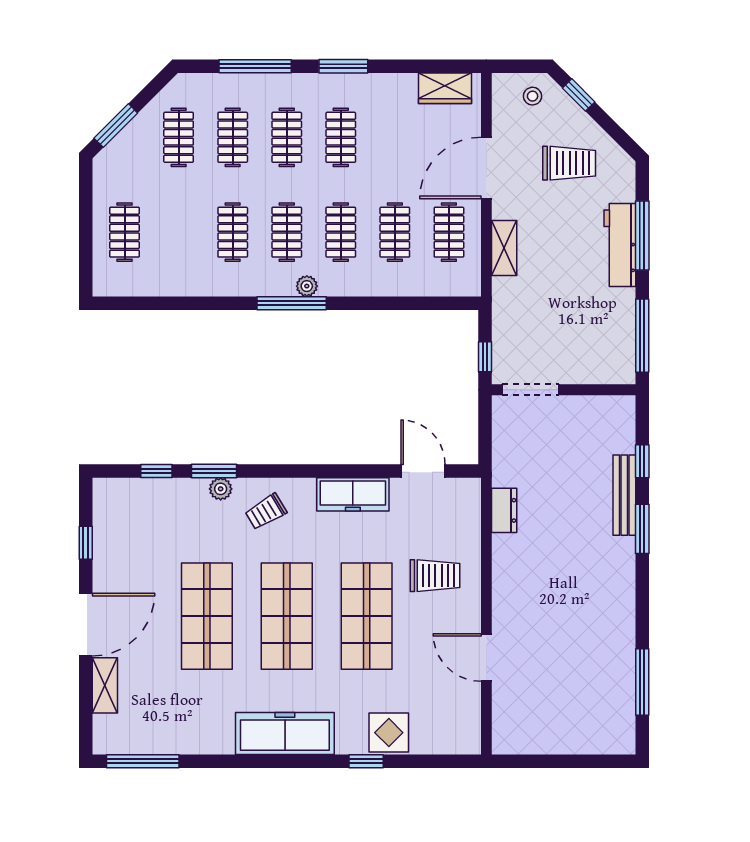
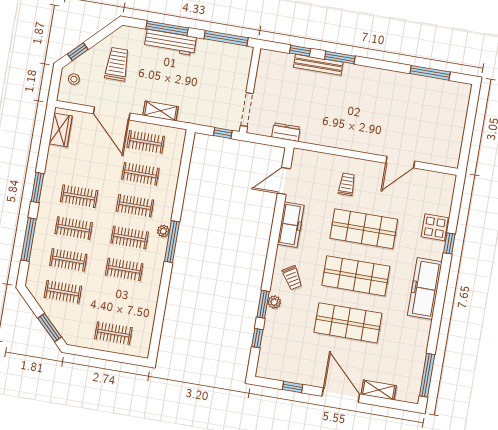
dresser: (504, 510) -> (286, 132), moved
trolley: (435, 576) -> (347, 184), width x0.73, depth x0.72

